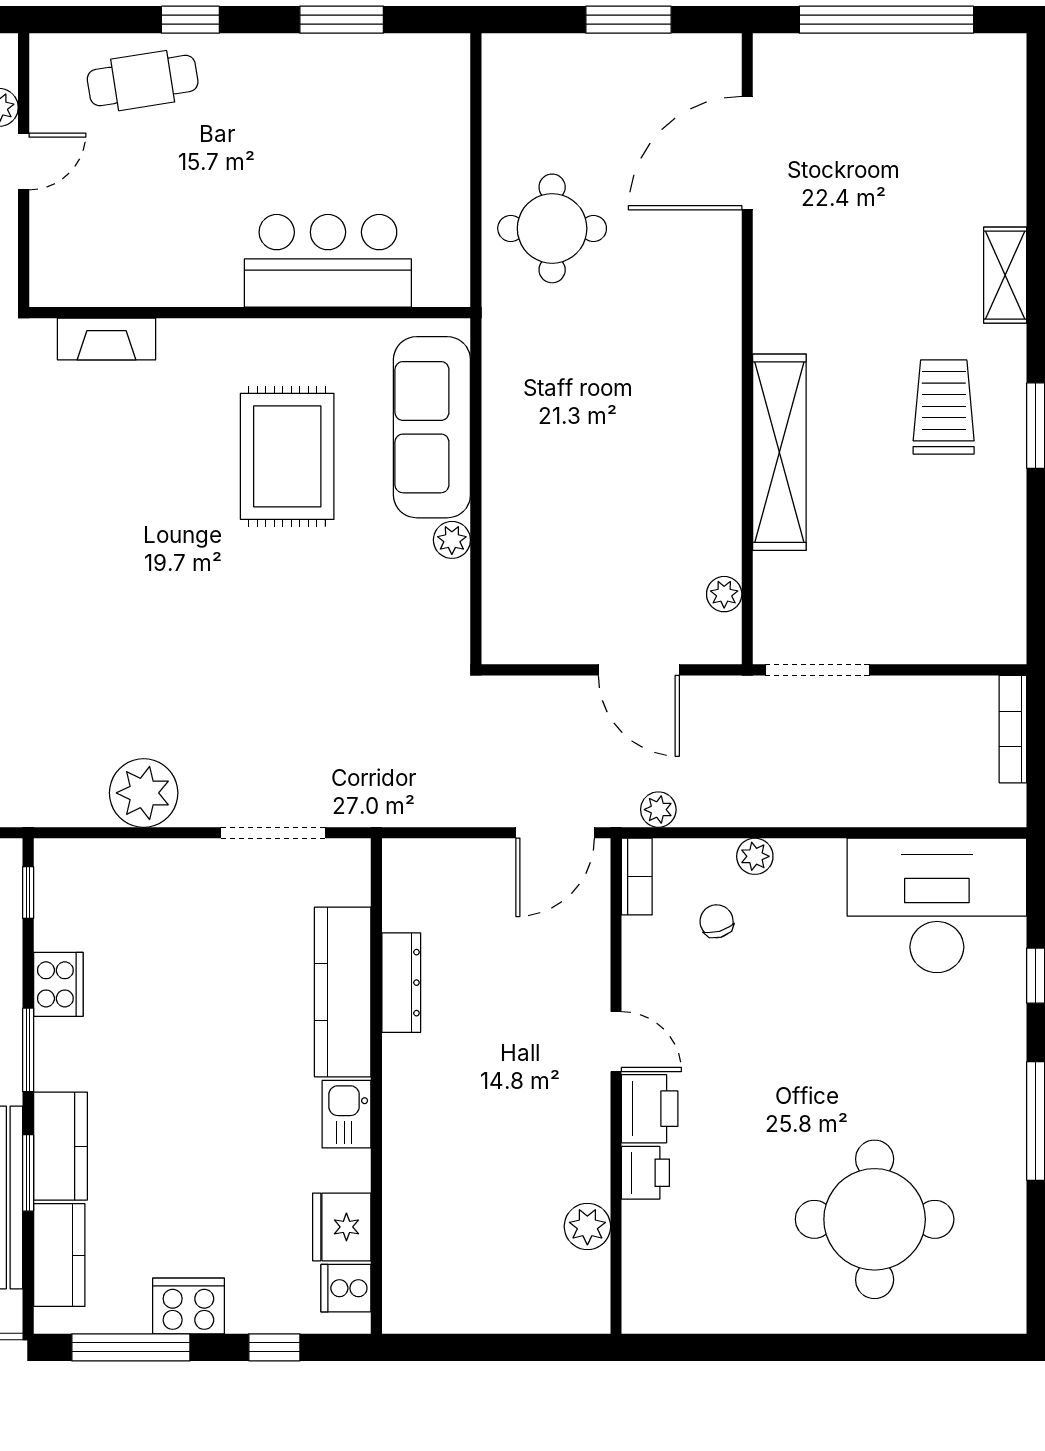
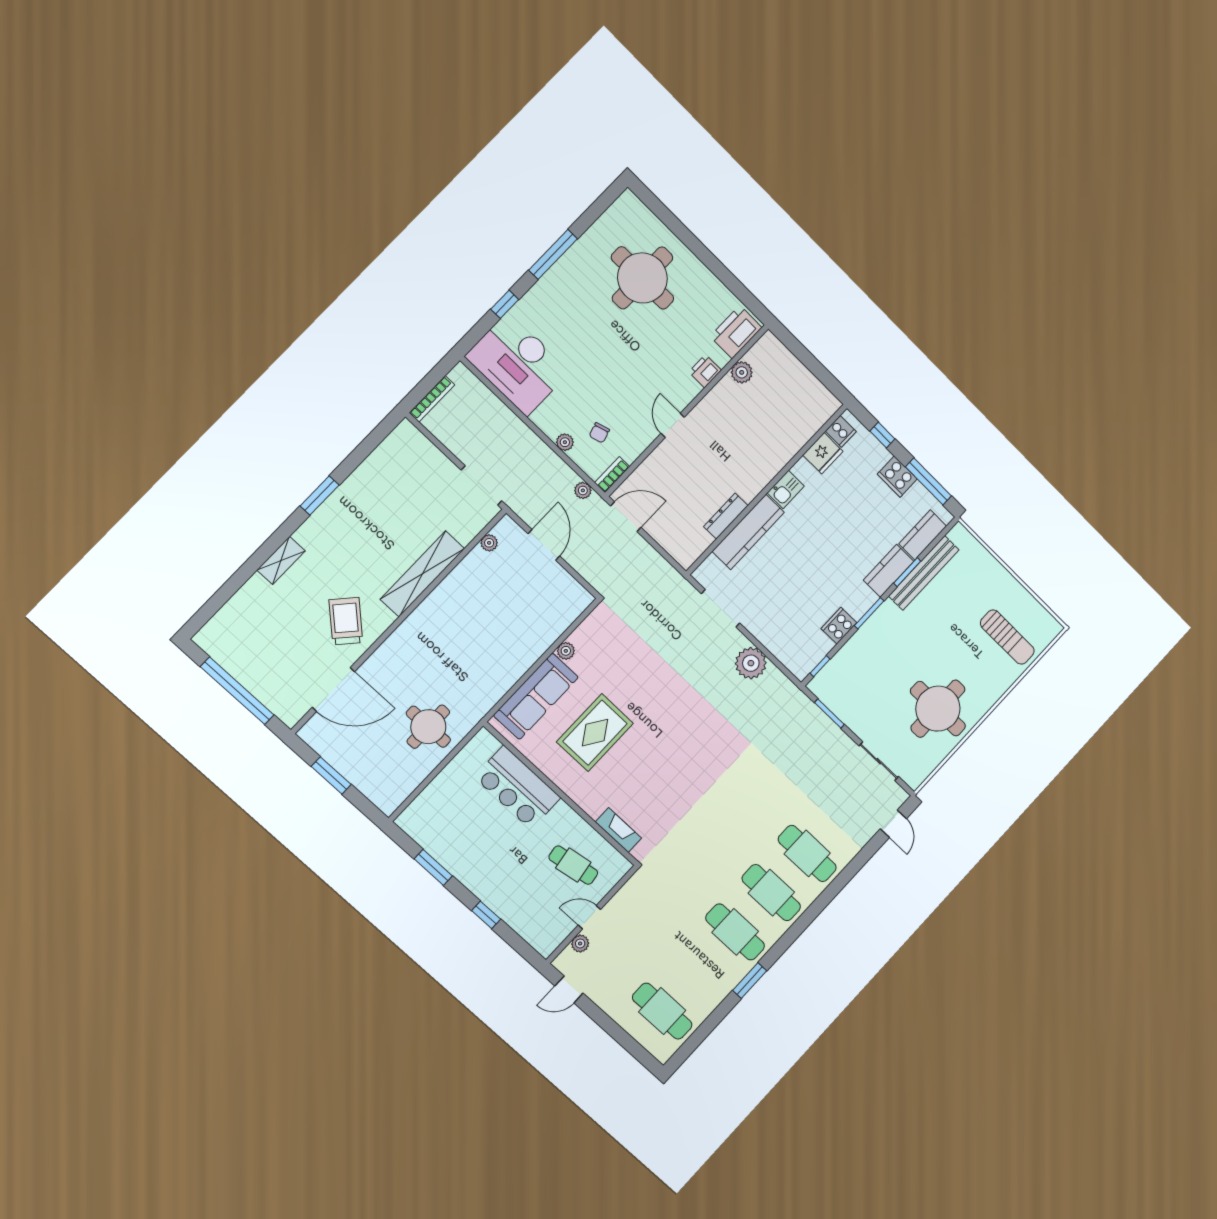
cafe table: (143, 81) -> (573, 865), moved
trolley: (944, 407) -> (346, 621), moved, turned 132
printer: (650, 1109) -> (736, 332), moved, width x1.37, depth x1.19

